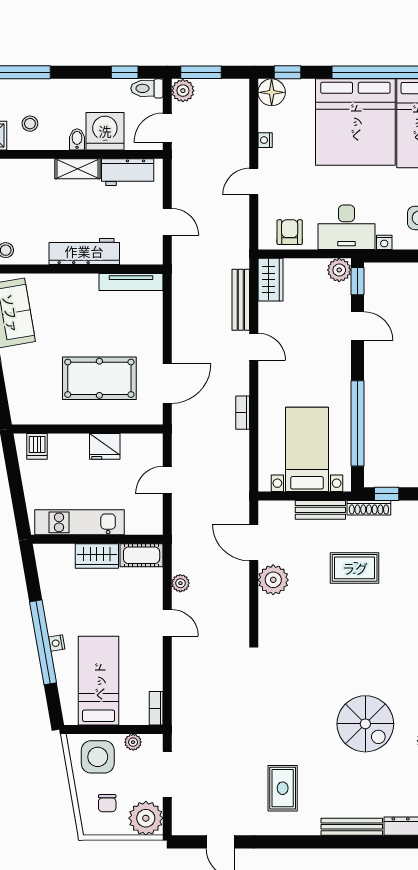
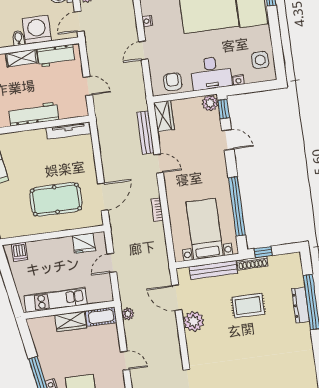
fridge: (105, 446) -> (84, 243), moved
bench: (320, 510) -> (213, 270), width x1.36
plant: (180, 583) -> (128, 314), moved

